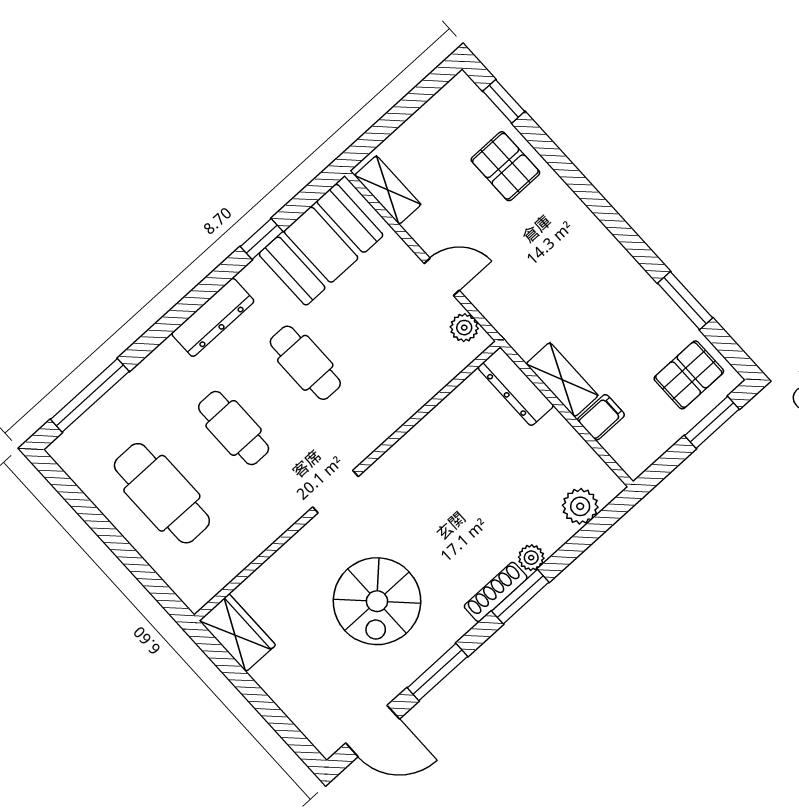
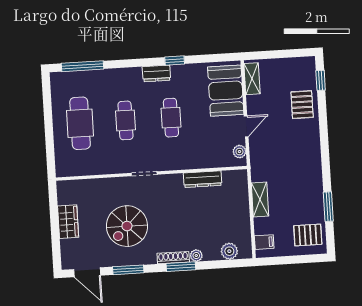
window: (262, 239) -> (175, 61), moved
booth: (321, 245) -> (226, 91), moved, turned 90
door: (442, 277) -> (246, 126), hinge flipped
dresser: (213, 317) -> (156, 73), width x0.70
dresser: (516, 387) -> (203, 179), moved, turned -90
filing cabinet: (601, 417) -> (264, 242), moved
window: (712, 422) -> (302, 259), removed
wardrobe: (237, 633) -> (68, 222), moved

